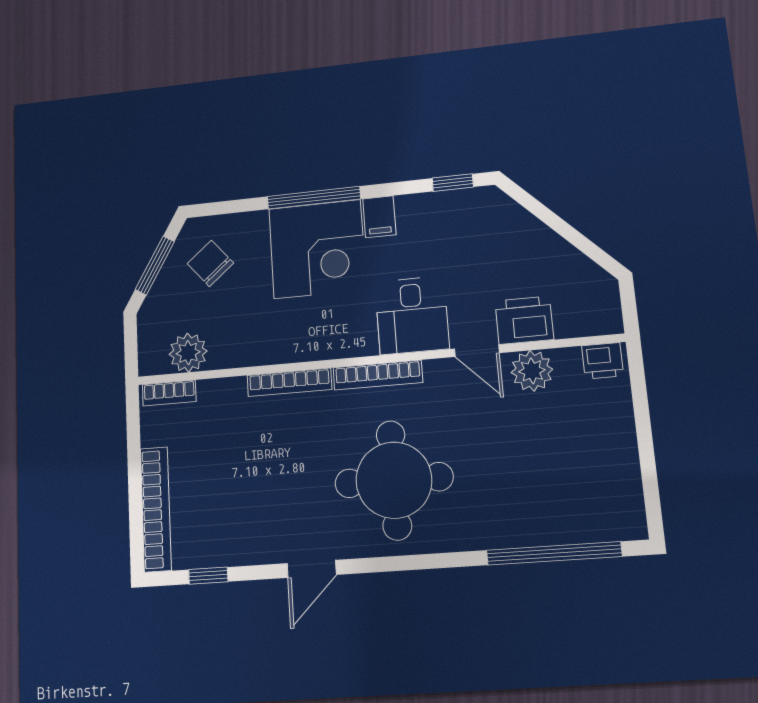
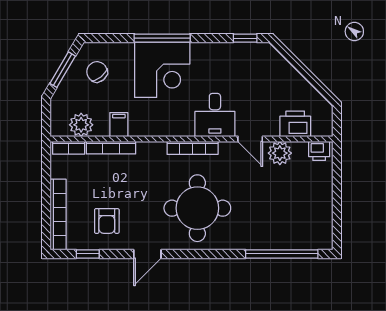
filing cabinet: (379, 217) -> (119, 125), moved, turned 180
printer: (524, 320) -> (295, 124), moved
bookcase: (289, 382) -> (111, 148), moved
armchair: (238, 514) -> (107, 221), added

